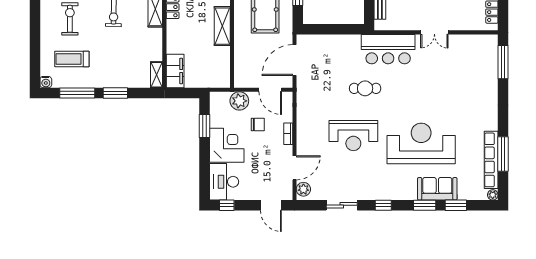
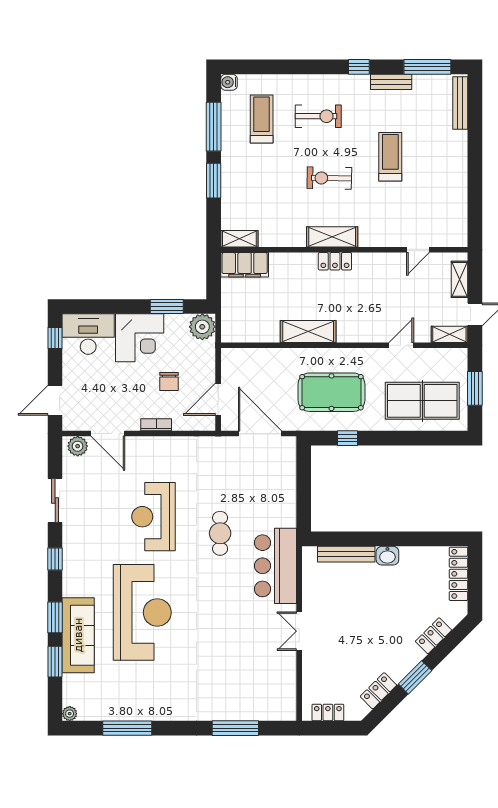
window: (503, 62) -> (235, 728), moved
plant: (239, 101) -> (202, 327), moved
row of seats: (491, 160) -> (119, 711), removed
sofa: (437, 189) -> (78, 635), width x1.36

